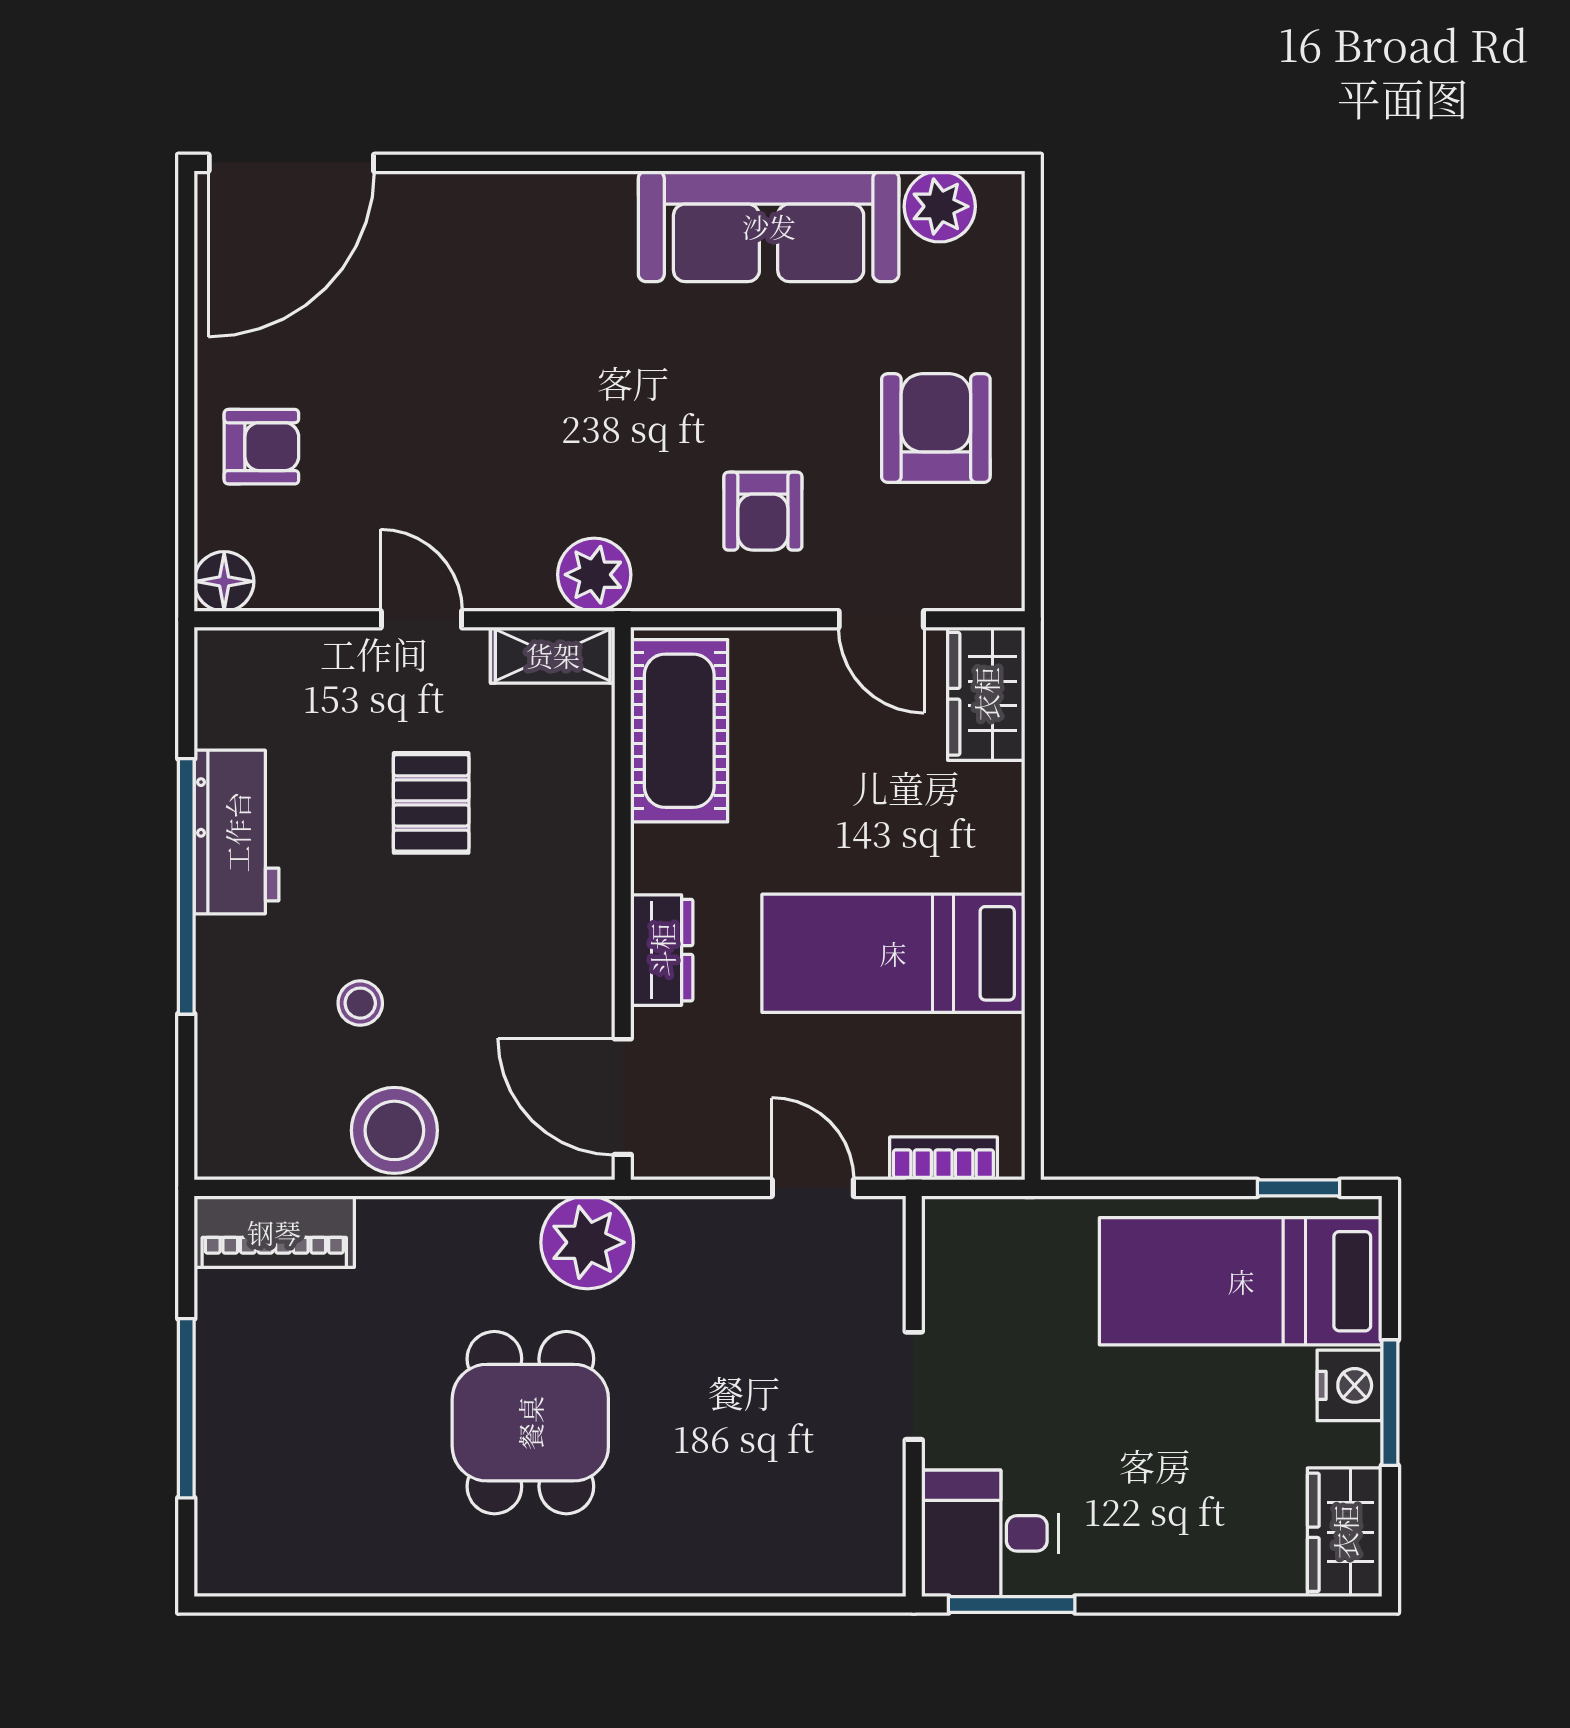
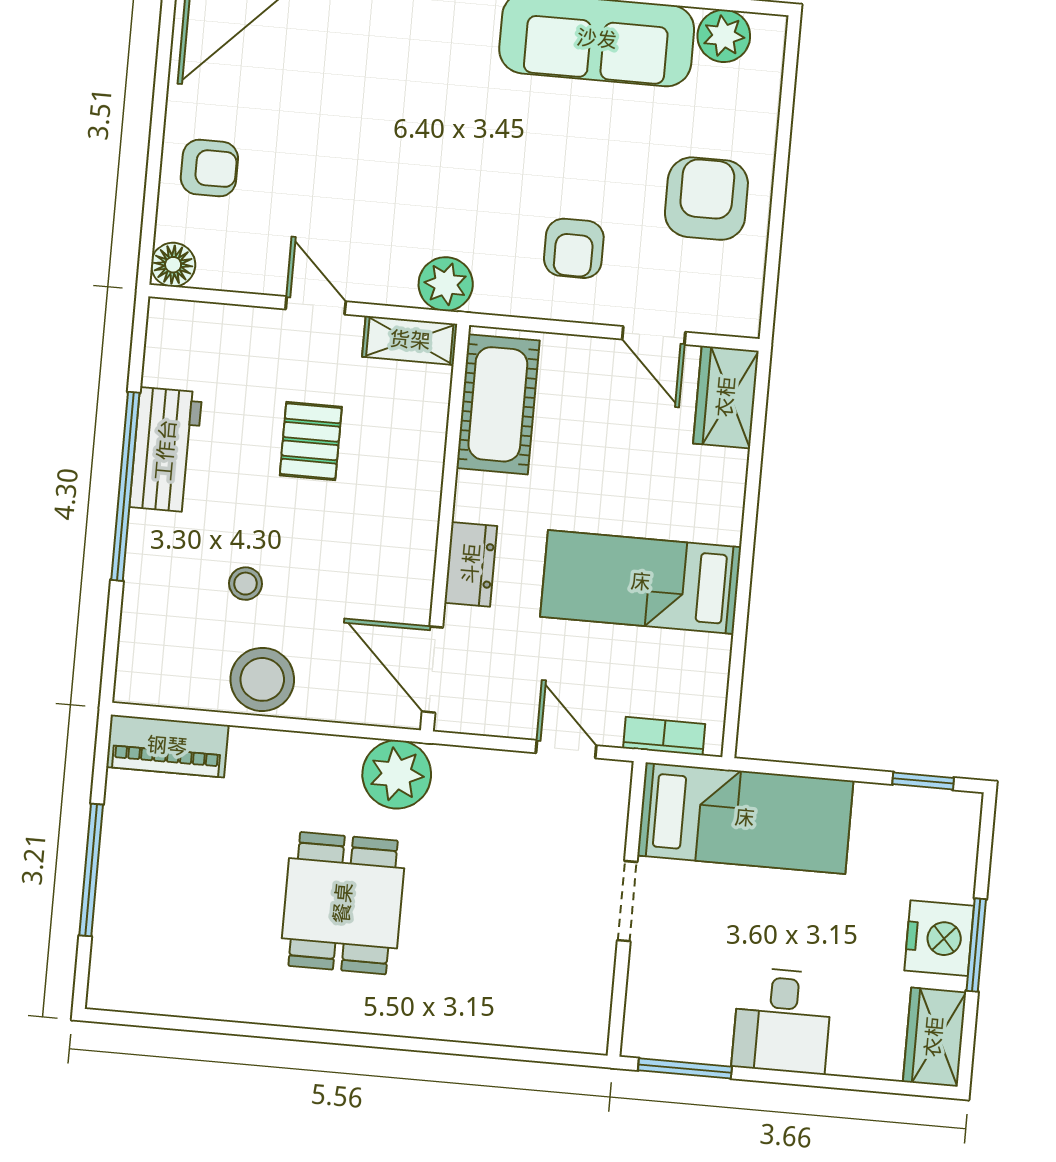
bed: (1241, 1281) -> (745, 818), moved, turned 180
nightstand: (1349, 1385) -> (939, 938), width x1.36, depth x1.33
desk: (990, 1533) -> (782, 1021), moved, turned -90

